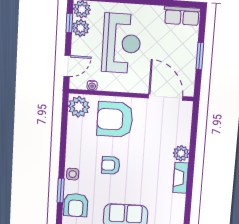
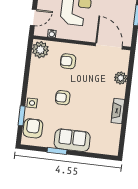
armchair: (115, 119) -> (68, 61), width x0.53, depth x0.53
plant: (181, 153) -> (121, 78), moved
armchair: (76, 205) -> (33, 128), turned 180

